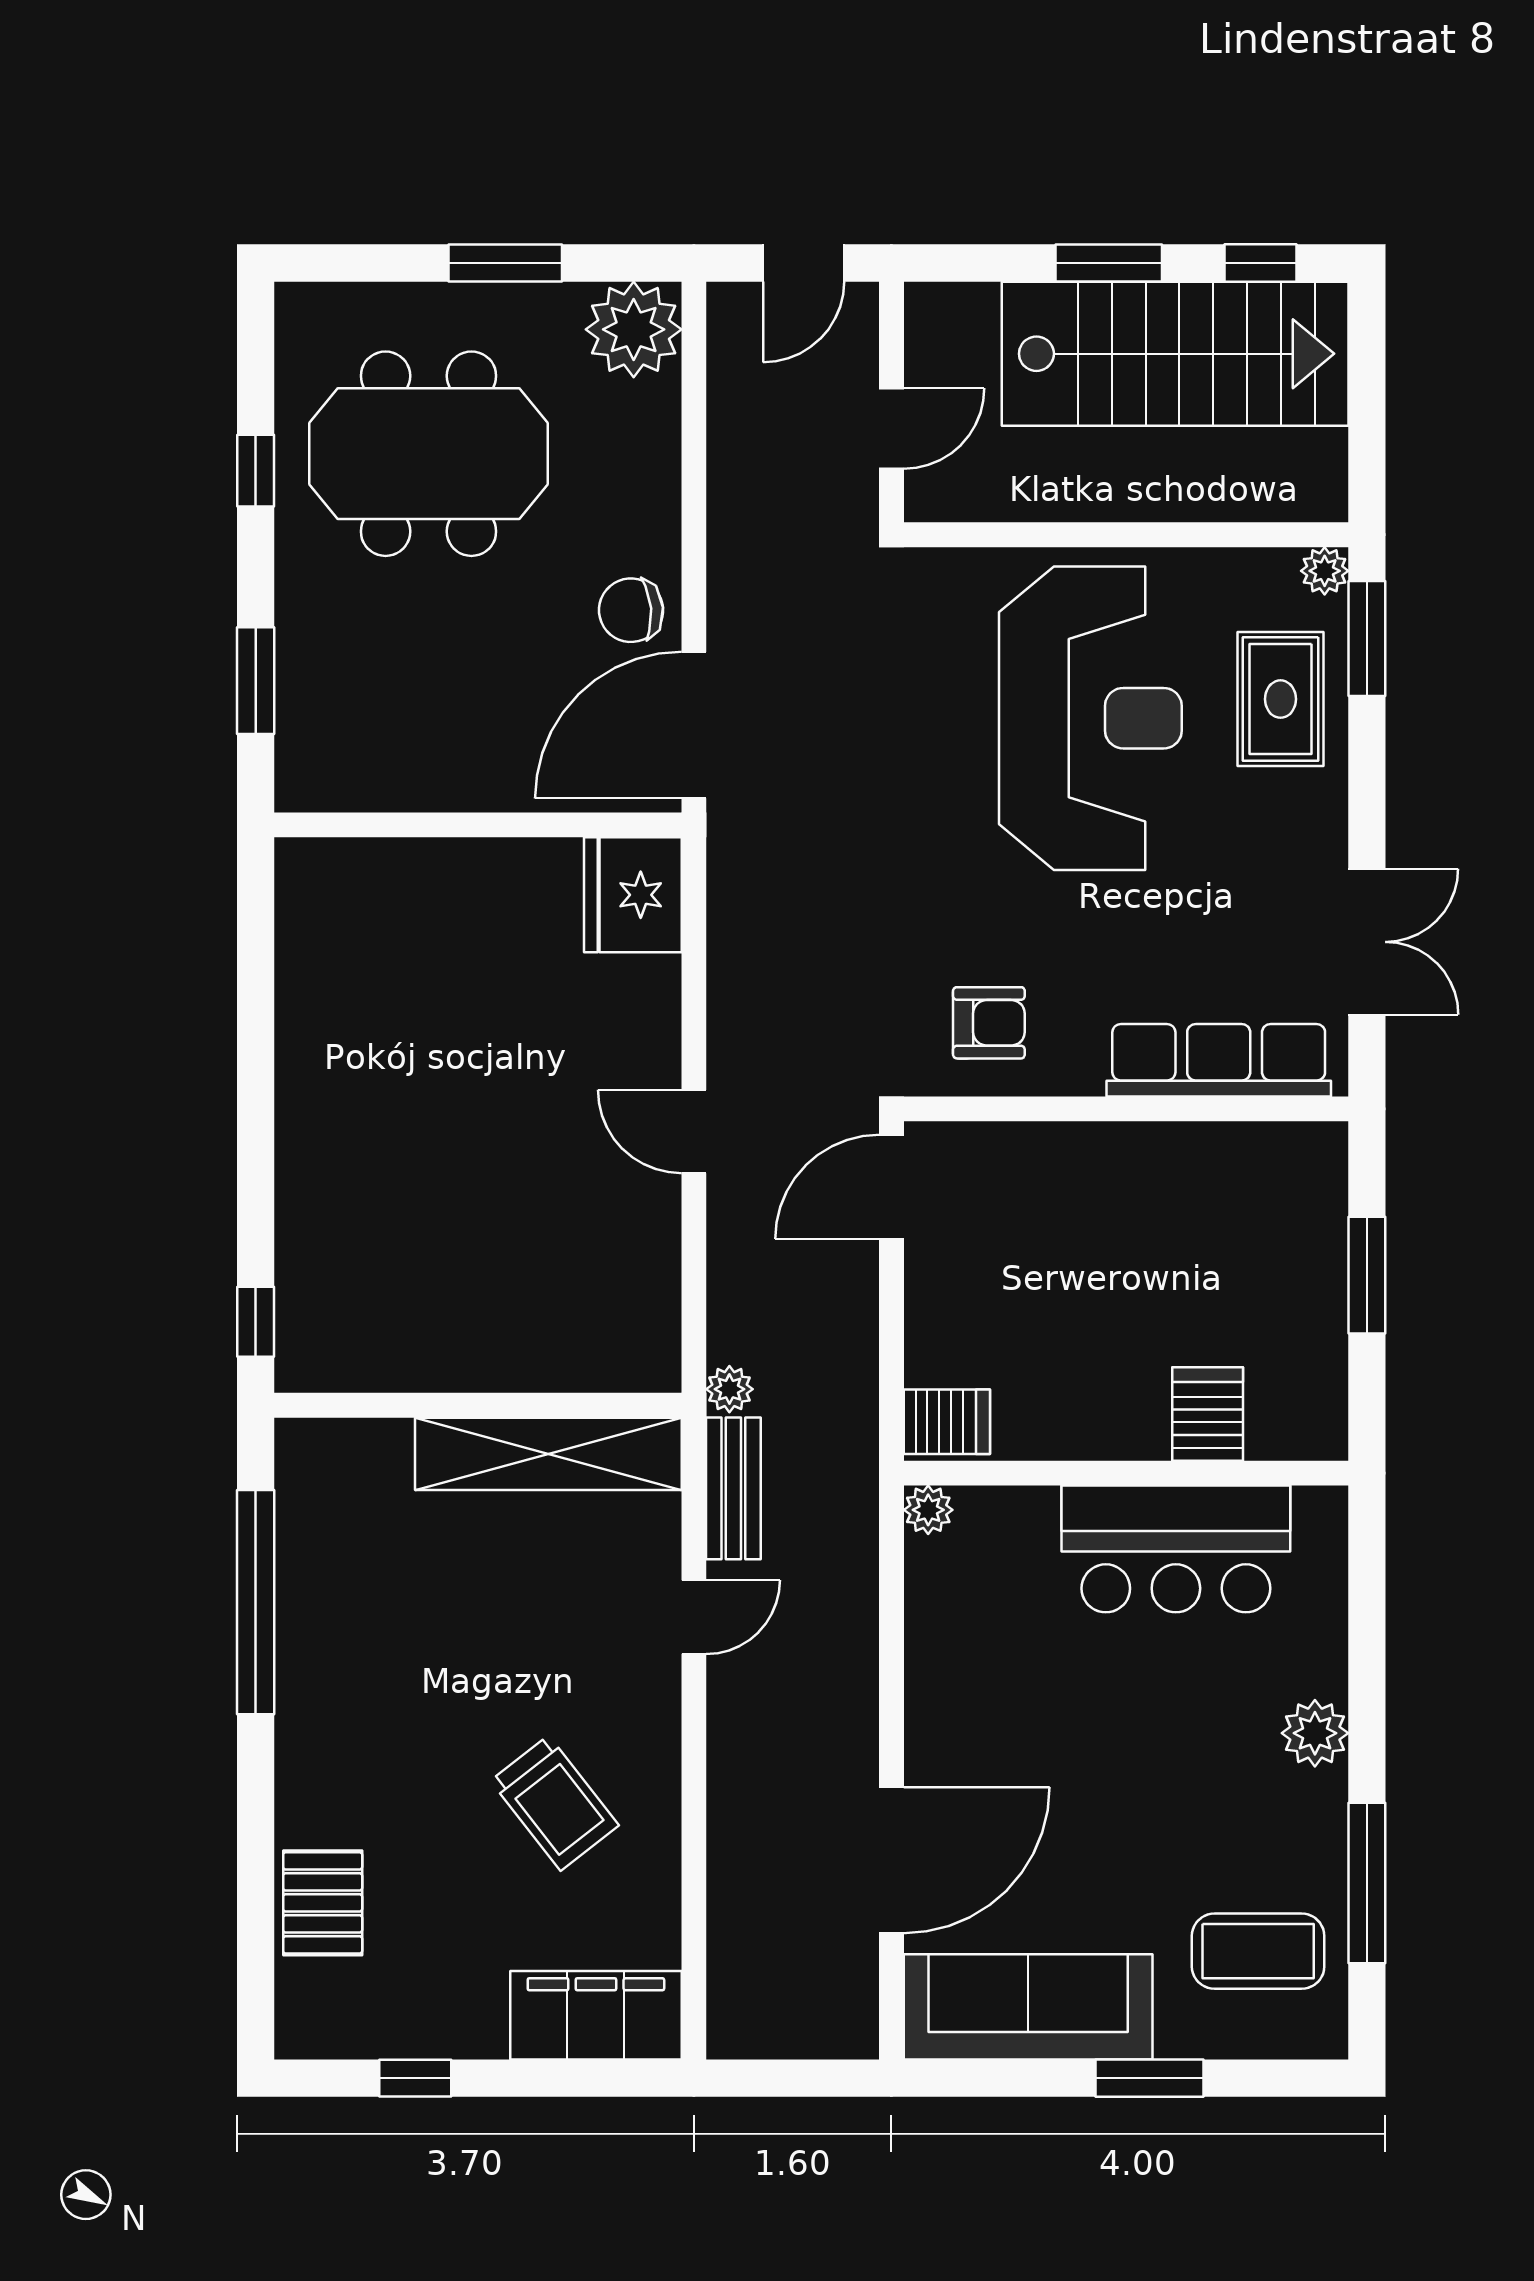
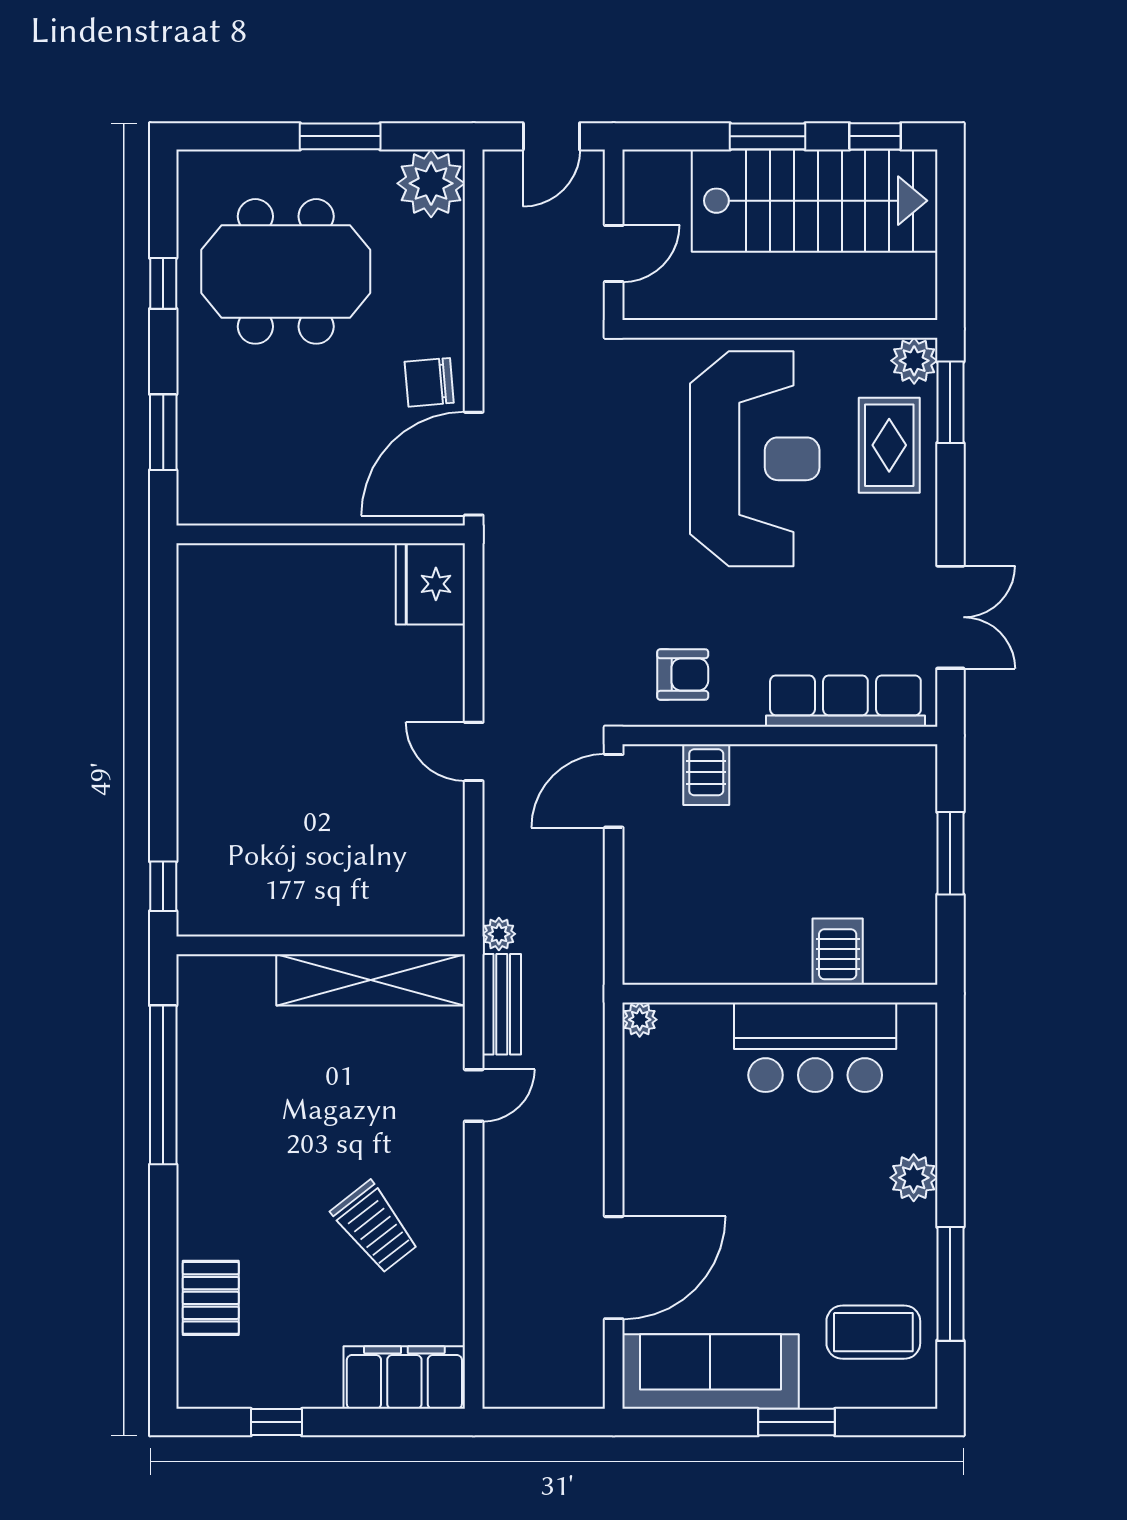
plant: (1325, 571) -> (914, 361), width x1.38, depth x1.38
server rack: (947, 1422) -> (706, 775), moved, turned 90

